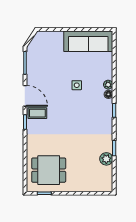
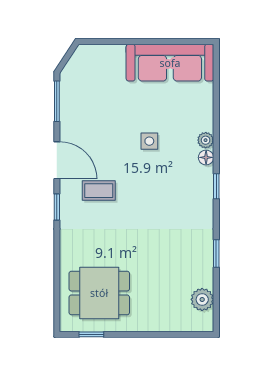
coffee table: (37, 113) -> (99, 191), moved
plant: (106, 159) -> (202, 299), moved

